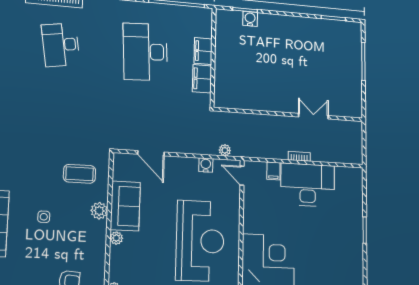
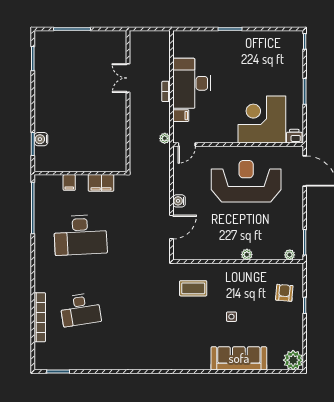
filing cabinet: (203, 51) -> (69, 182), width x0.50
plant: (225, 150) -> (165, 138), moved
water cooler: (206, 165) -> (179, 201), moved
coffee table: (80, 174) -> (193, 288), turned 90
sofa: (125, 206) -> (219, 248), removed
plant: (99, 211) -> (224, 270), removed

